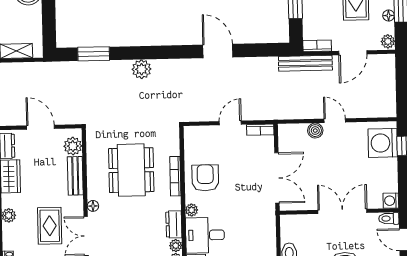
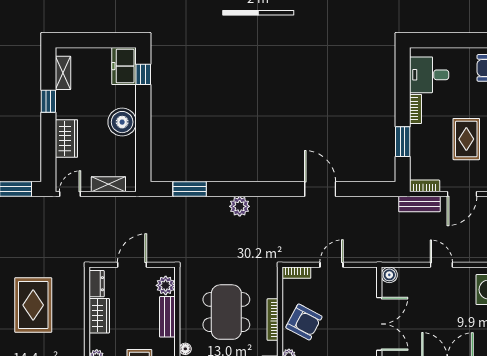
bench: (305, 63) -> (419, 204), width x0.73
door: (40, 127) -> (132, 265), hinge flipped
bookcase: (260, 130) -> (296, 273), moved
boiler: (315, 131) -> (389, 275), moved
armchair: (205, 178) -> (304, 322), turned 118

